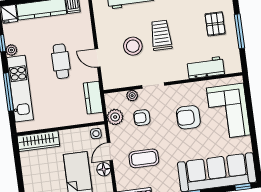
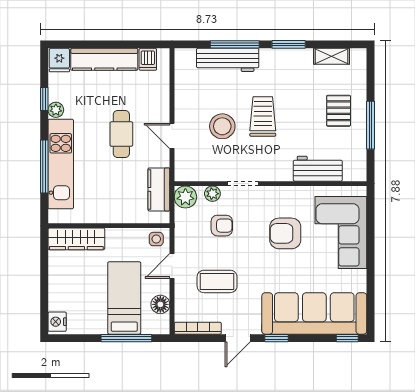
plant: (115, 117) -> (185, 197), moved
armchair: (142, 118) -> (222, 226), turned 180
floor lamp: (104, 169) -> (160, 304), moved

